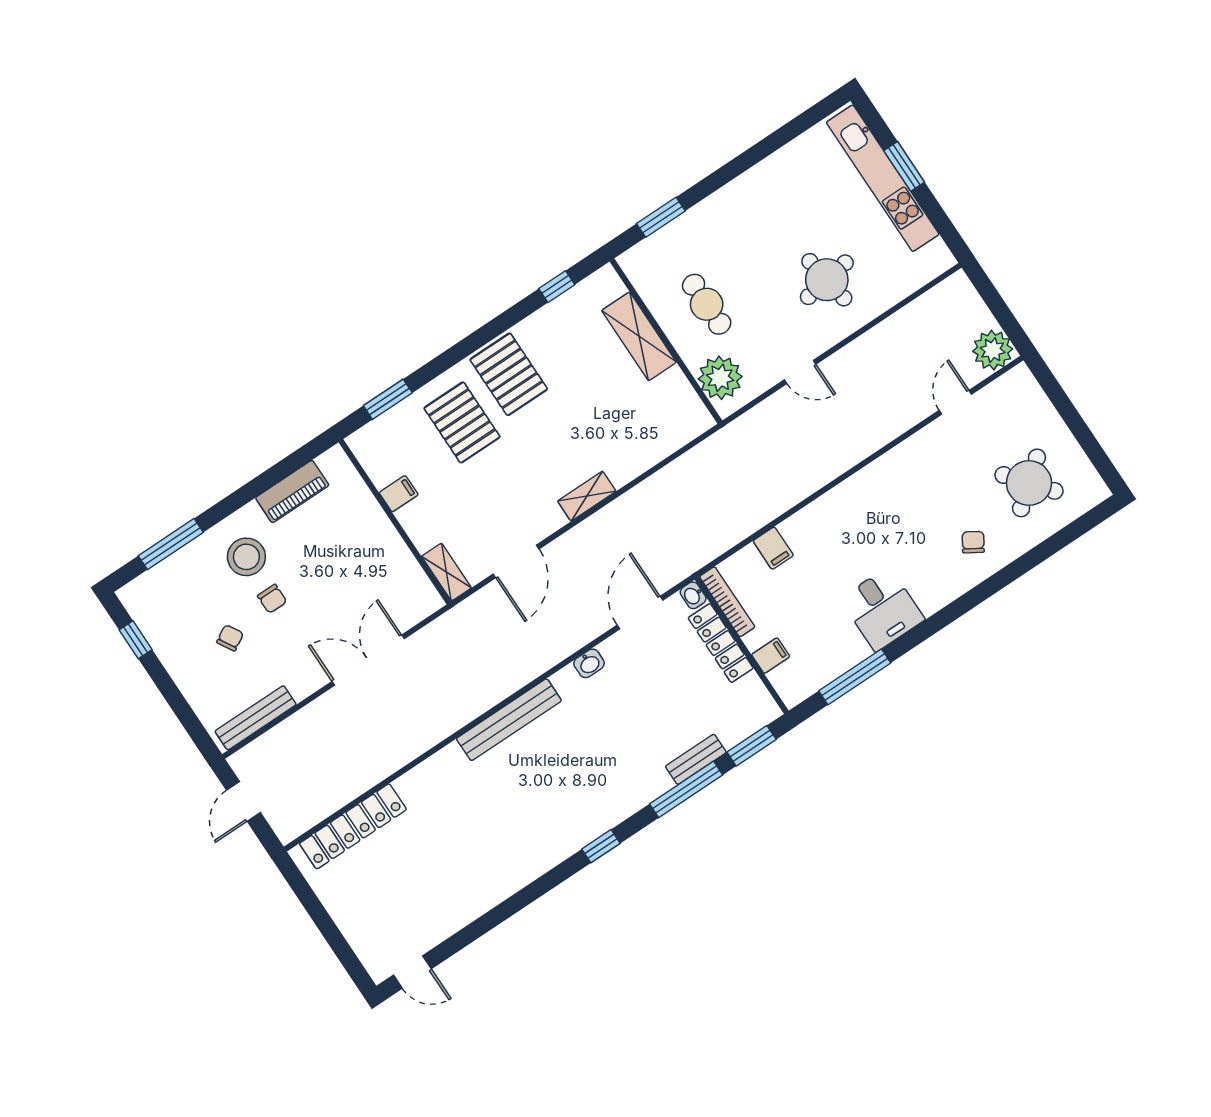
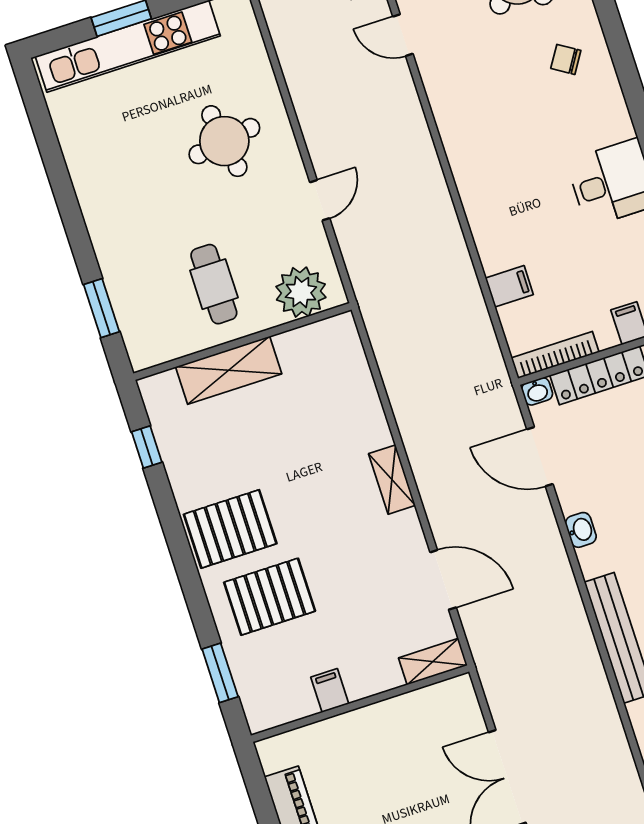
cafe table: (707, 304) -> (214, 284), turned 90

